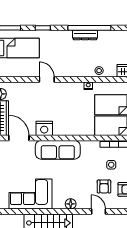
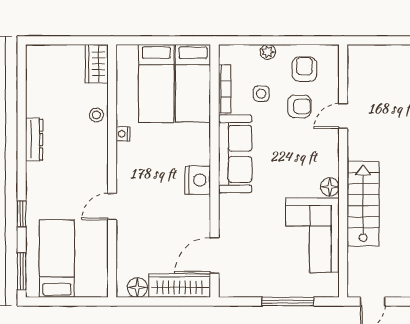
window: (89, 28) -> (22, 132), removed
nightstand: (44, 128) -> (198, 180), moved
sofa: (58, 150) -> (235, 154), moved
floor lamp: (71, 204) -> (330, 187), moved

